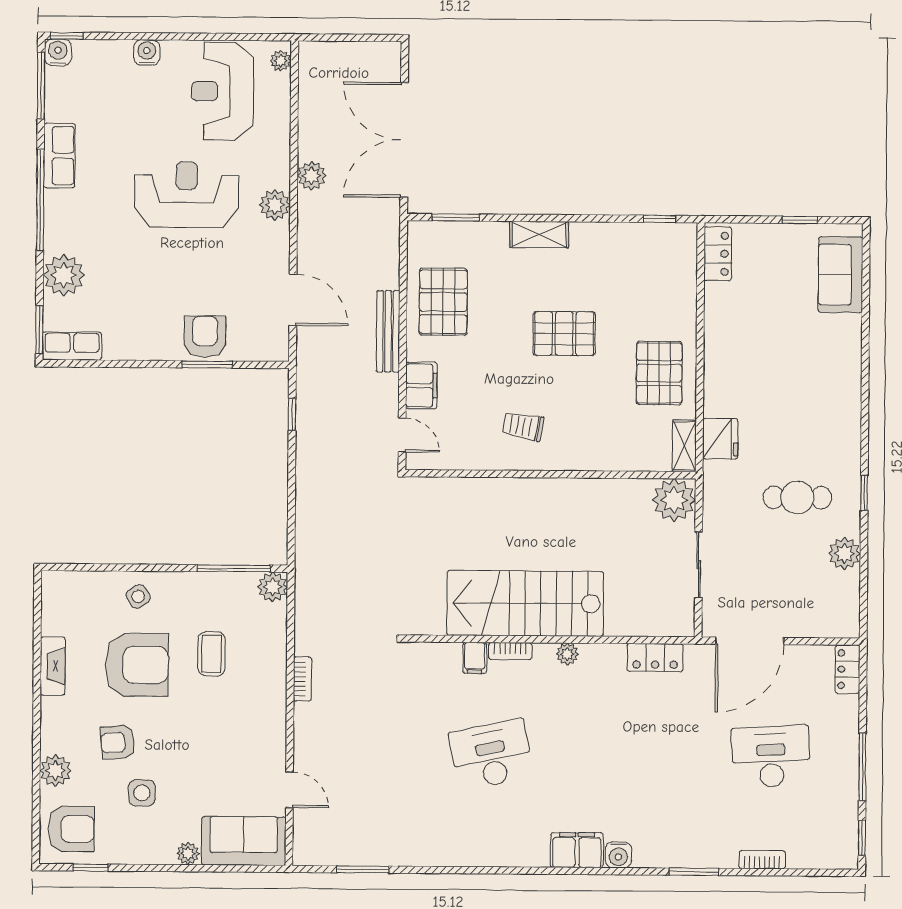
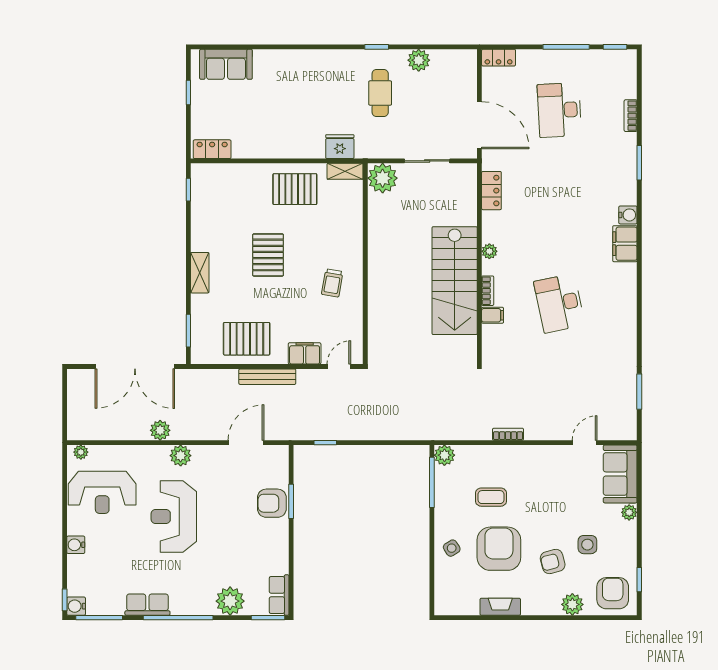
armchair: (118, 742) -> (553, 561), turned 80

